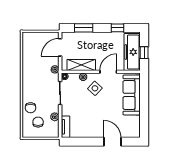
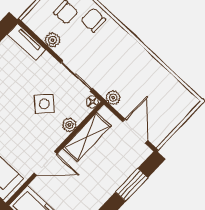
door: (108, 72) -> (46, 163), hinge flipped
side table: (95, 88) -> (44, 104), moved

